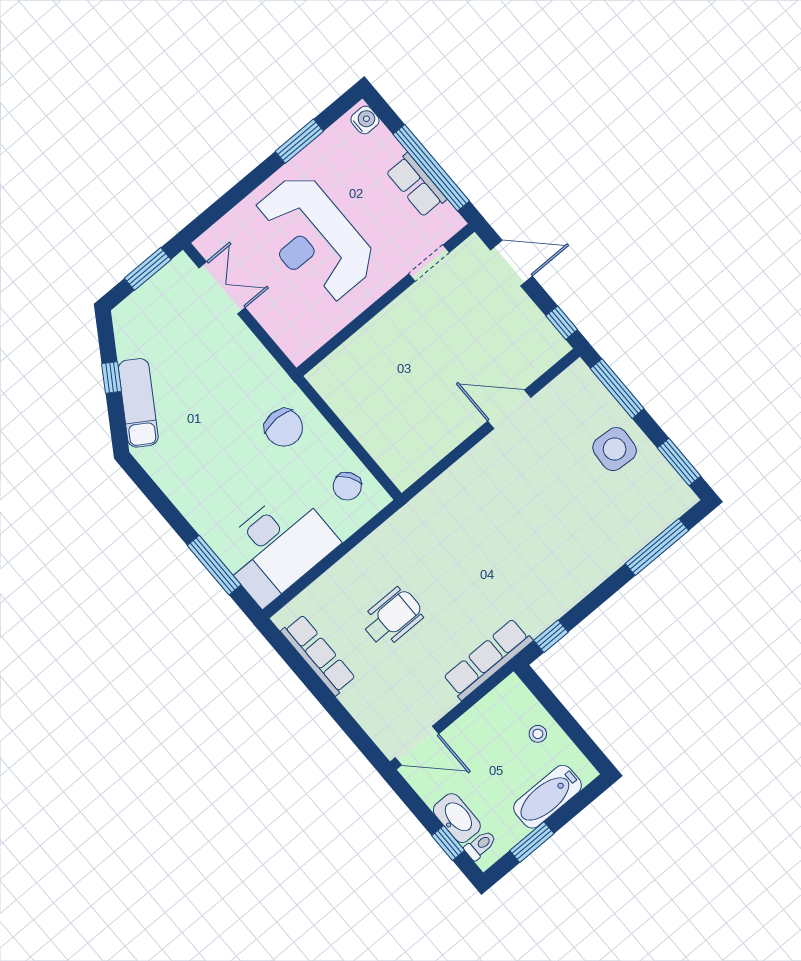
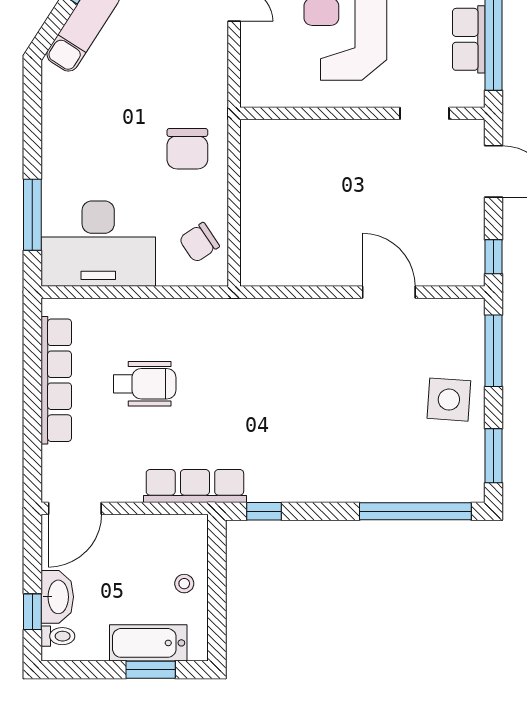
window: (657, 547) -> (415, 511), width x1.46
row of seats: (318, 655) -> (56, 380), width x1.36
door: (417, 746) -> (75, 508), hinge flipped
window: (532, 842) -> (151, 670), moved

